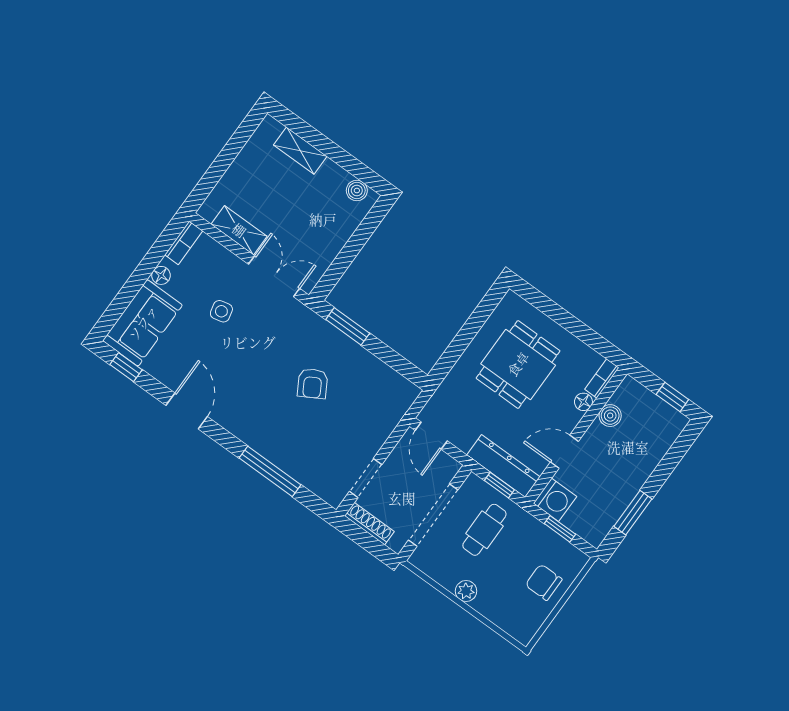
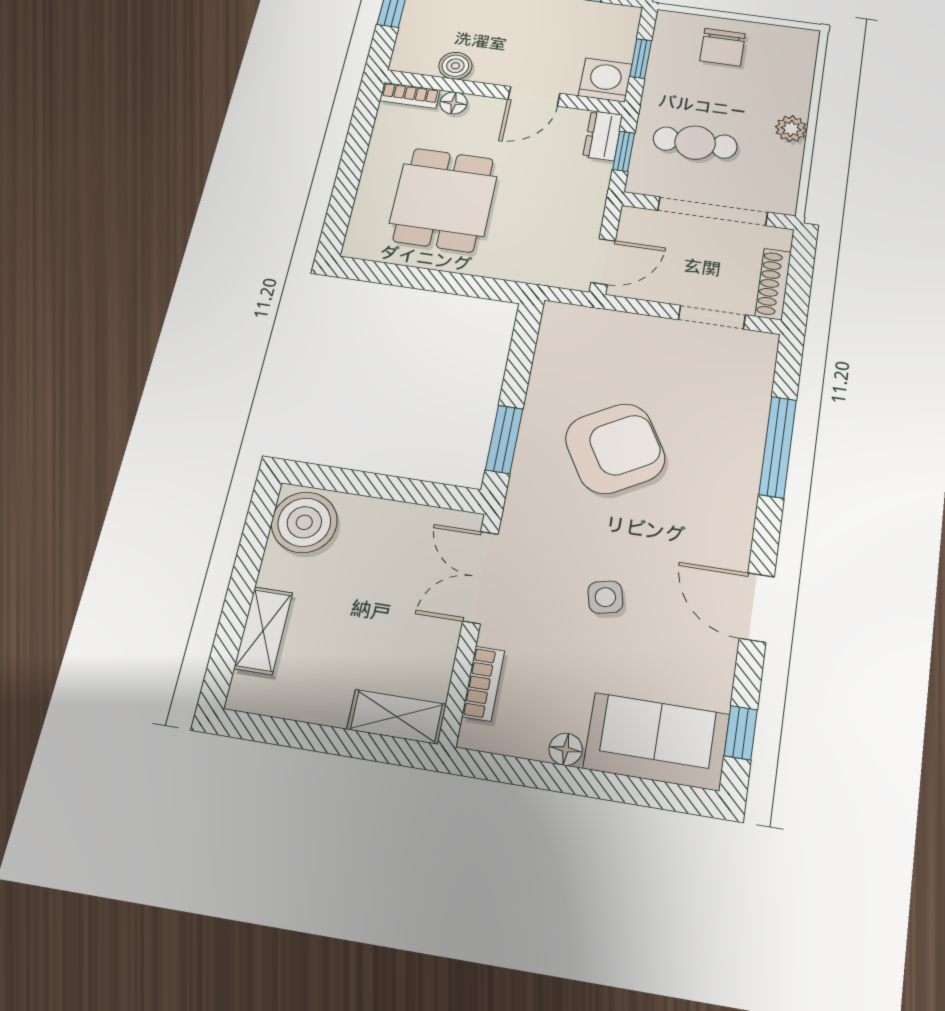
boiler: (357, 191) -> (304, 522), width x1.86, depth x1.86
shelving: (239, 230) -> (397, 717), moved, turned 90
bookcase: (184, 243) -> (483, 684), moved, turned 90
side table: (221, 311) -> (605, 597), moved
dining table: (518, 364) -> (443, 200), turned 90
armchair: (313, 384) -> (615, 448), width x1.88, depth x1.88
door: (187, 411) -> (757, 608), hinge flipped
door: (564, 452) -> (534, 96), hinge flipped
dresser: (503, 466) -> (603, 136), width x0.51, depth x0.80

